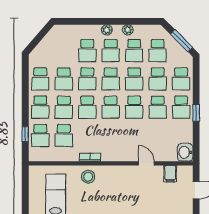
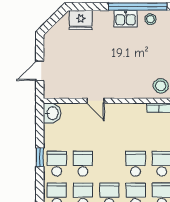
school desk: (134, 107) -> (109, 164), removed
filing cabinet: (170, 174) -> (69, 89), removed

